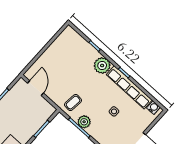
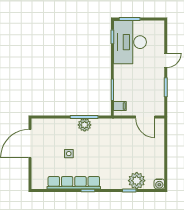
plant: (102, 66) -> (137, 181), moved
coffee table: (73, 103) -> (106, 132), removed
water cooler: (153, 108) -> (159, 184), moved
filing cabinet: (47, 112) -> (120, 106), added

